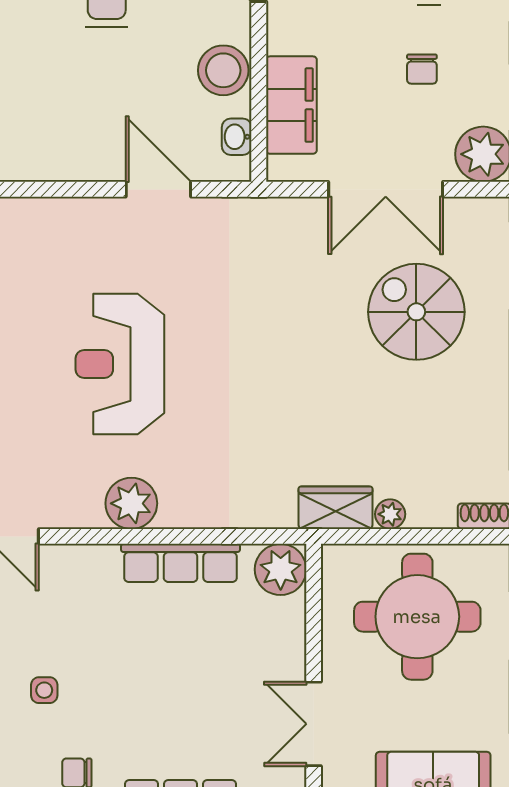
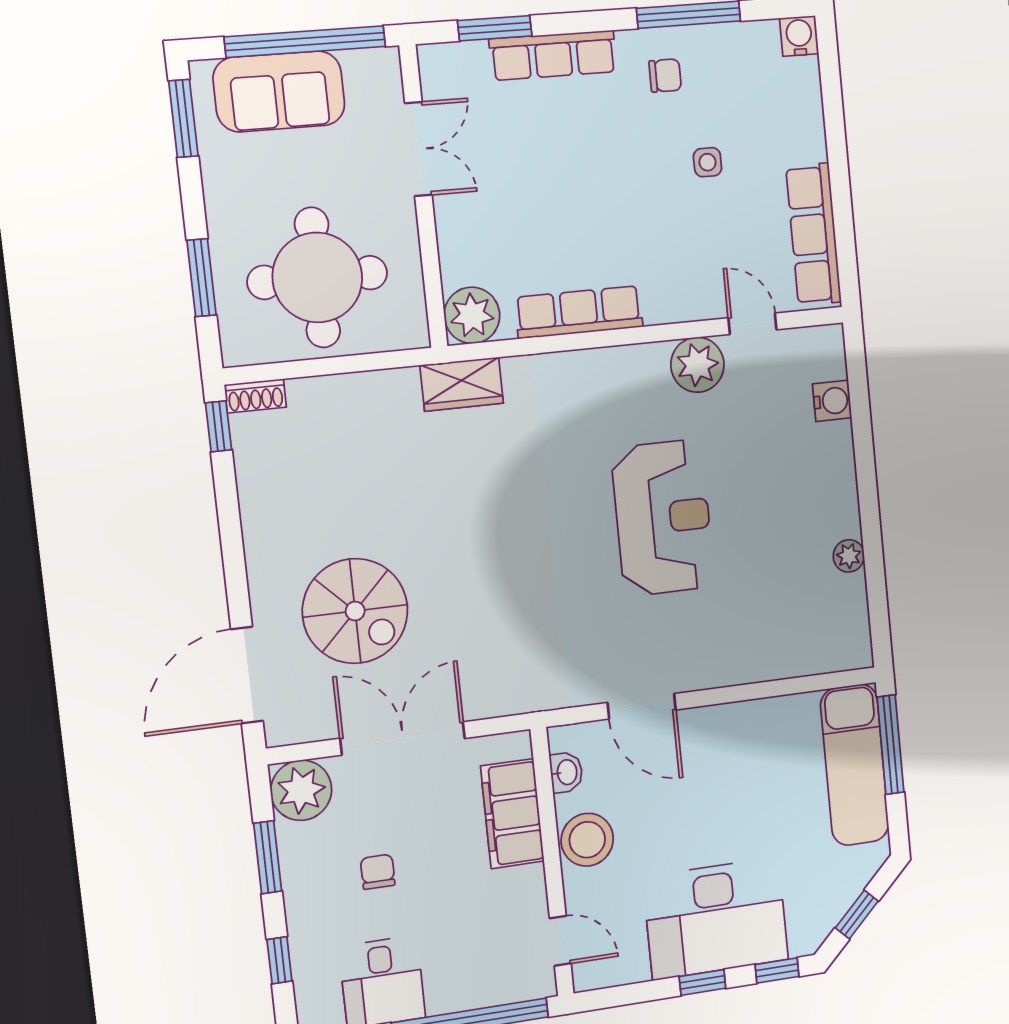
plant: (131, 503) -> (697, 365), moved
wardrobe: (336, 508) -> (462, 384), moved
plant: (390, 514) -> (360, 388), removed

